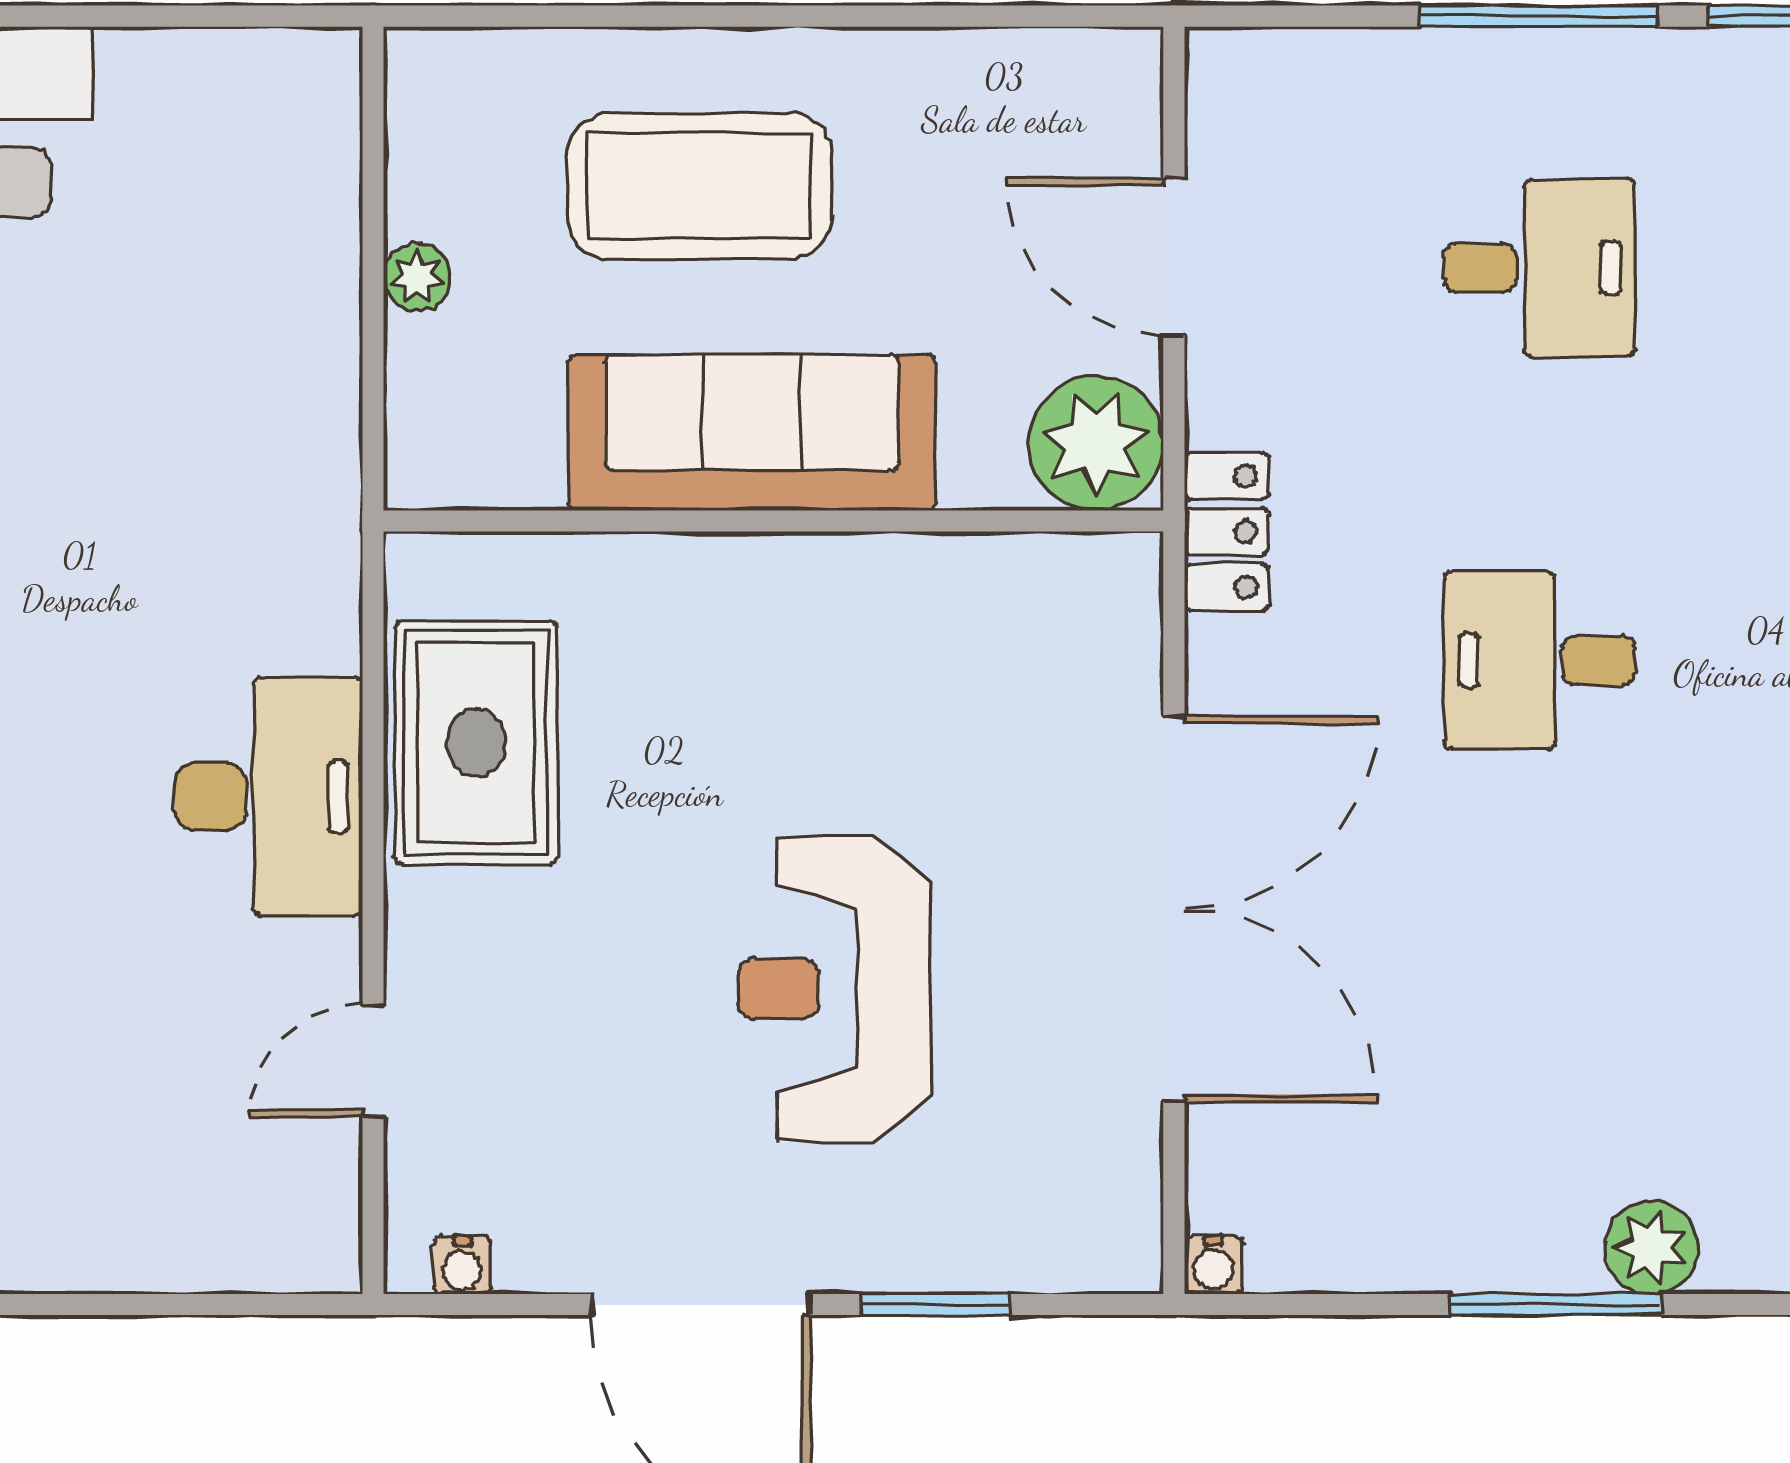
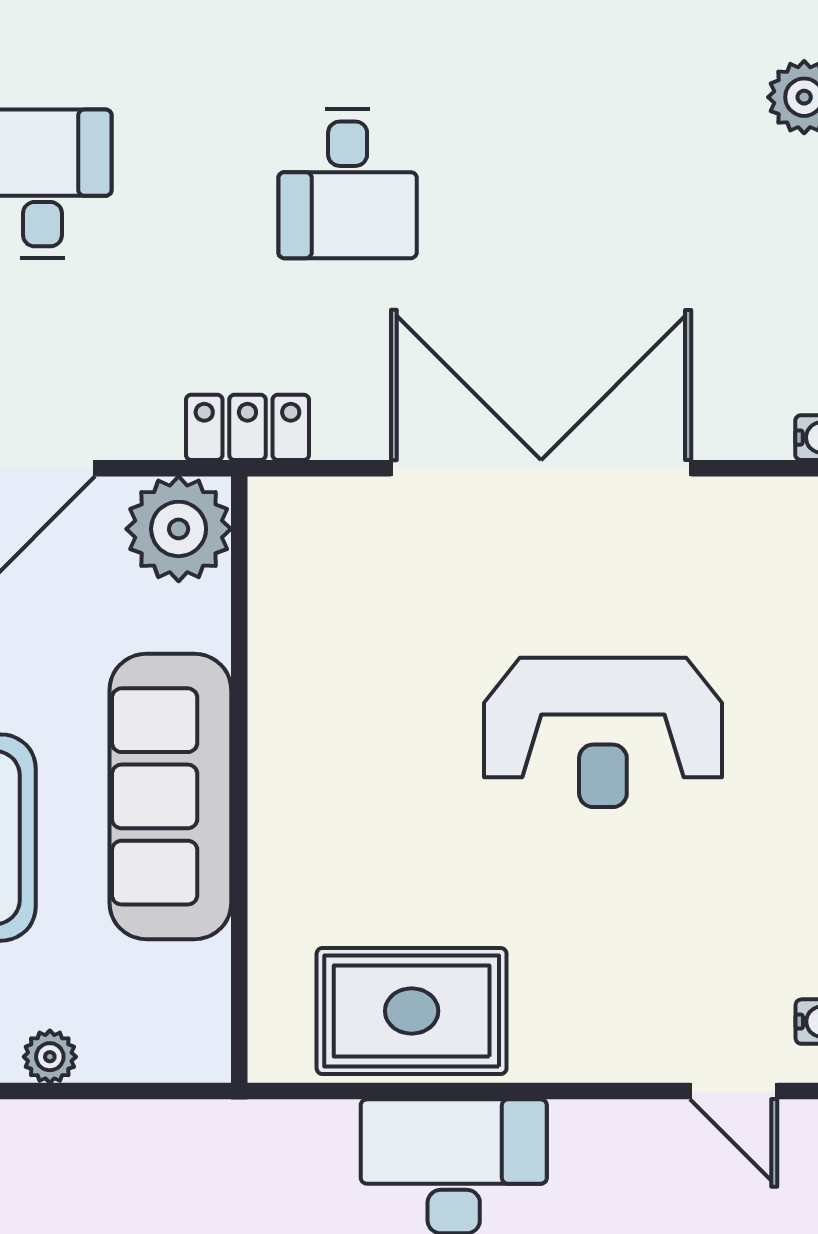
door: (373, 1061) -> (734, 1091), moved

